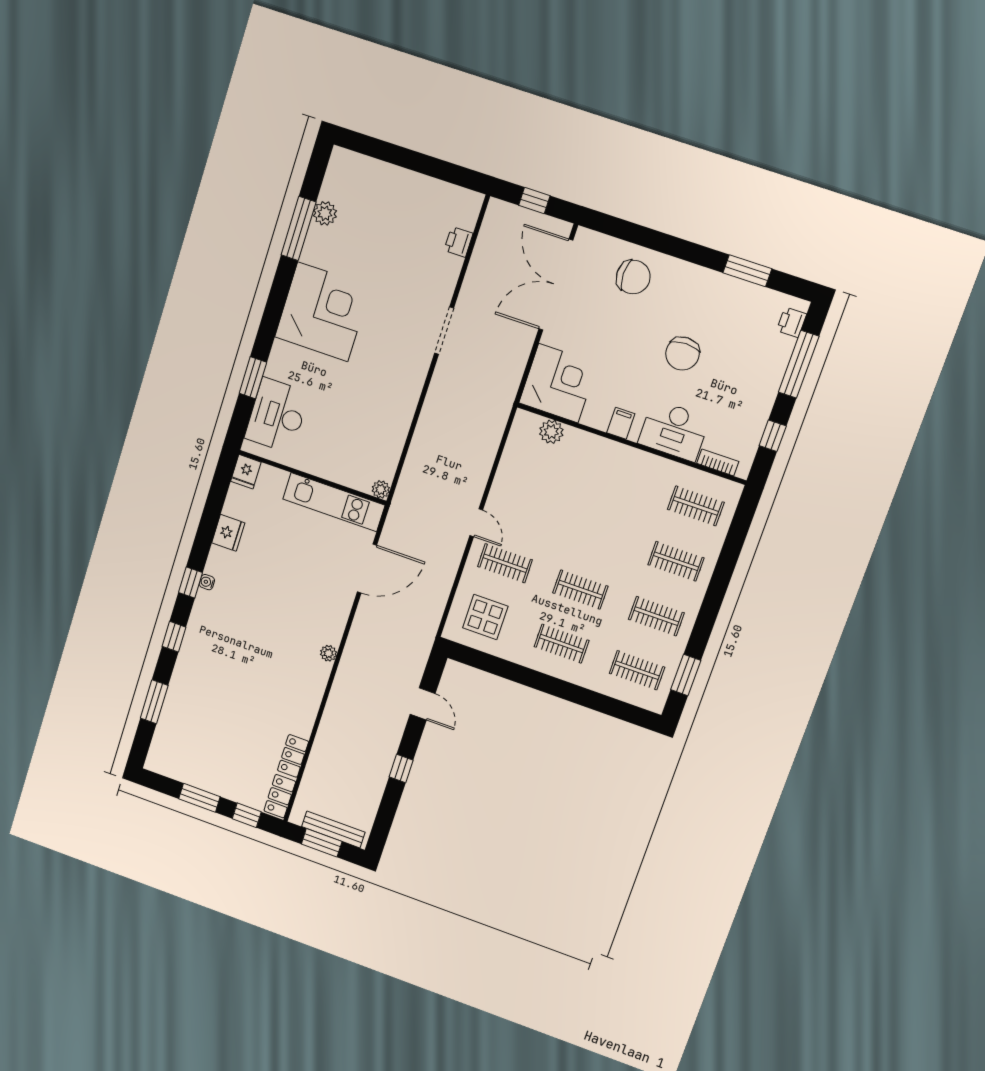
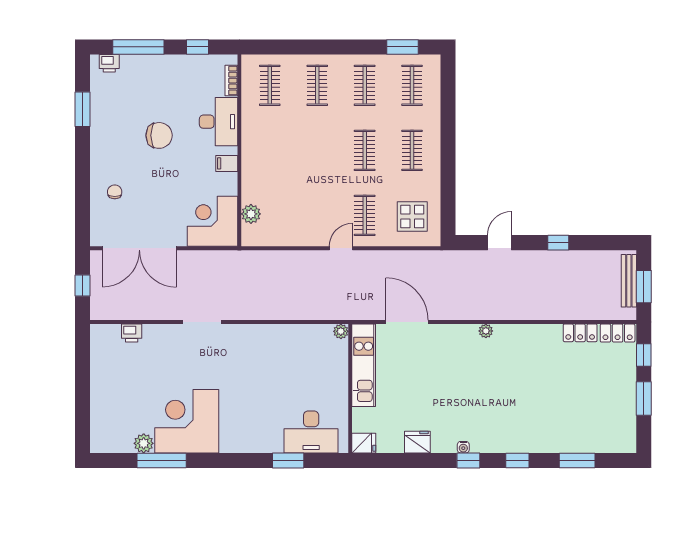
chair: (633, 277) -> (115, 192), width x0.54, depth x0.54
corner desk: (323, 312) -> (187, 421), moved

